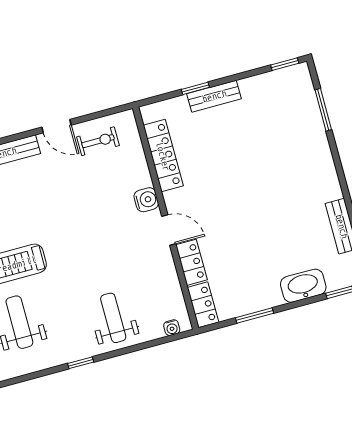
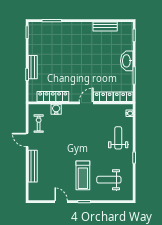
door: (56, 126) -> (27, 140), swing flipped
water cooler: (146, 200) -> (56, 109), moved
washbasin: (303, 286) -> (127, 61), moved
weight bench: (113, 318) -> (118, 138), turned 90

